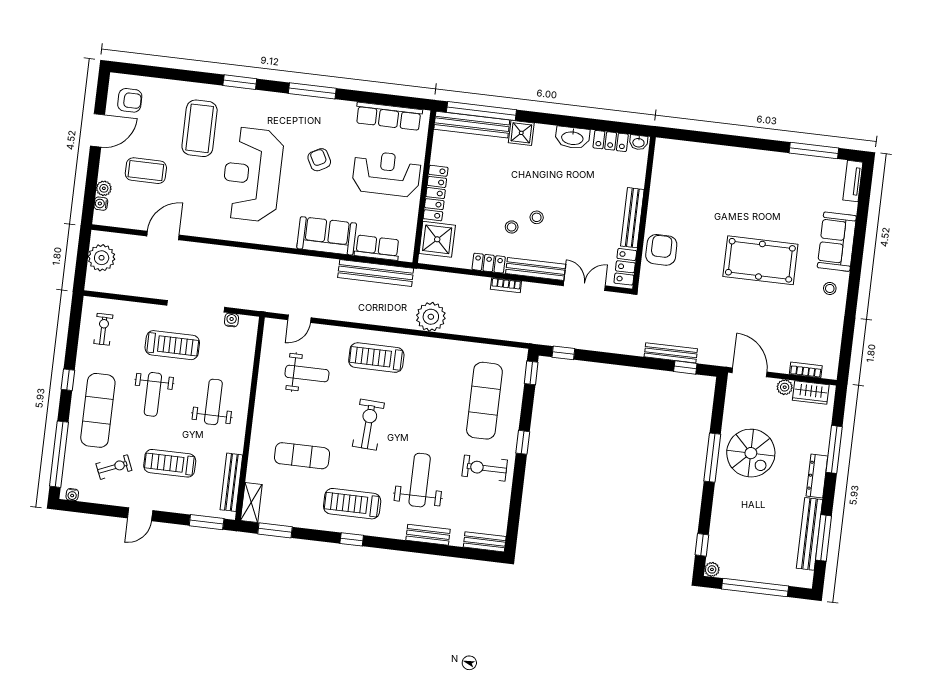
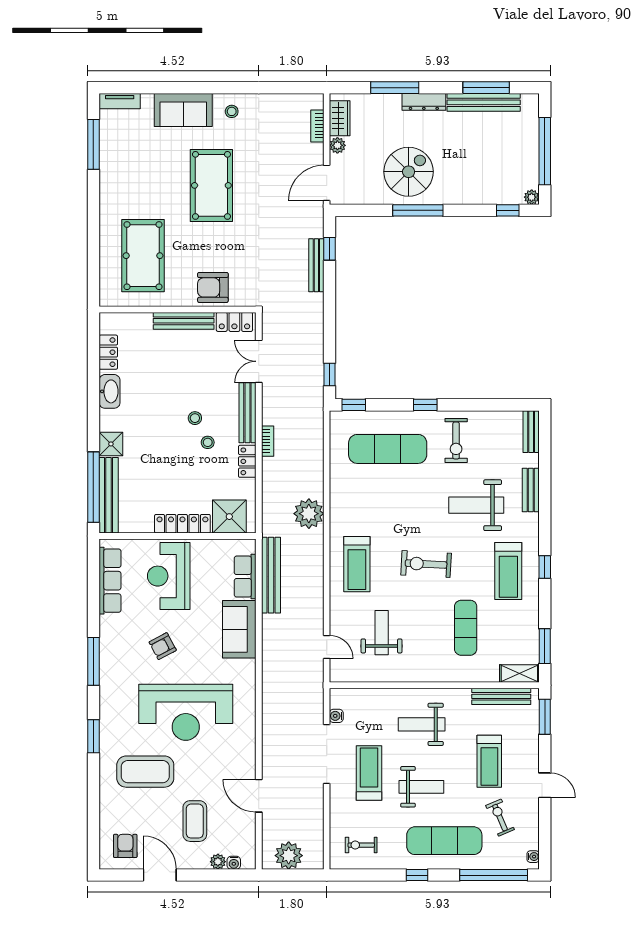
washbasin: (638, 142) -> (106, 324), removed
pool table: (700, 186) -> (143, 256), added

